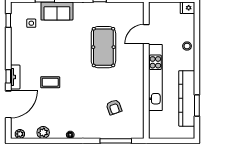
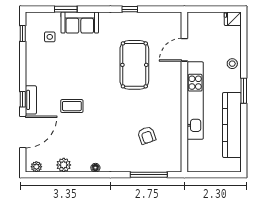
window: (197, 105) -> (244, 91), moved

